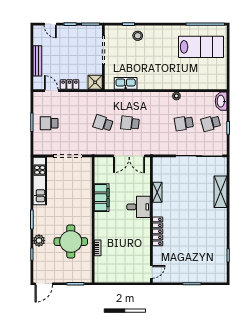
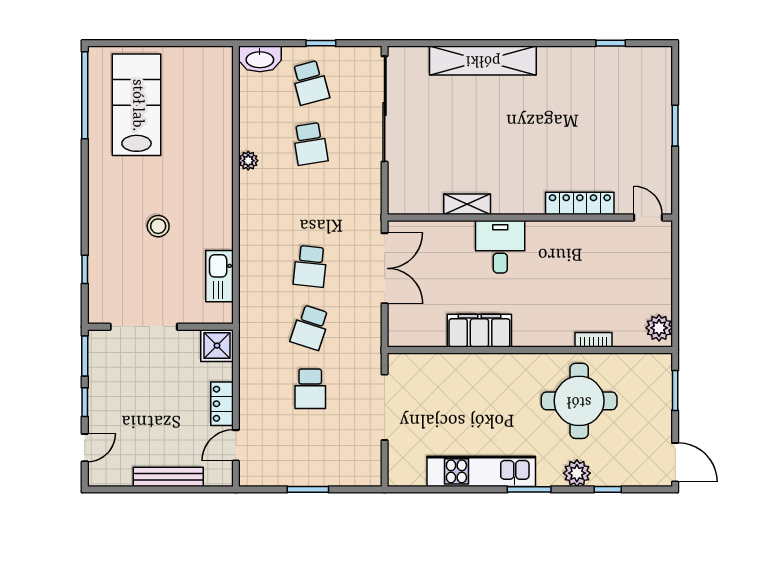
stool: (138, 36) -> (158, 226), moved
school desk: (49, 123) -> (310, 389), moved
kitchen unit: (40, 181) -> (481, 471), moved
shelving: (220, 192) -> (483, 60), width x1.47
locker: (158, 231) -> (580, 203), moved
plant: (103, 277) -> (659, 328), added

